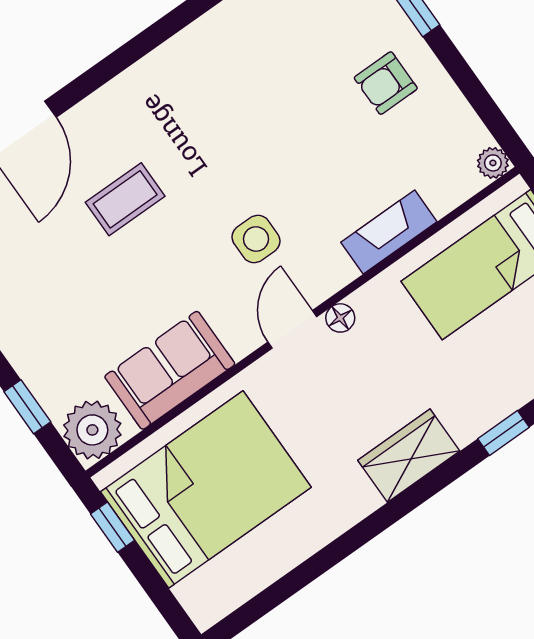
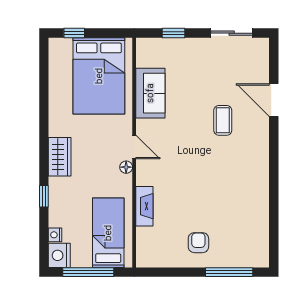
plant: (493, 163) -> (143, 261), removed
side table: (256, 239) -> (176, 157), removed
plant: (92, 430) -> (149, 50), removed
window: (113, 527) -> (74, 33), moved

